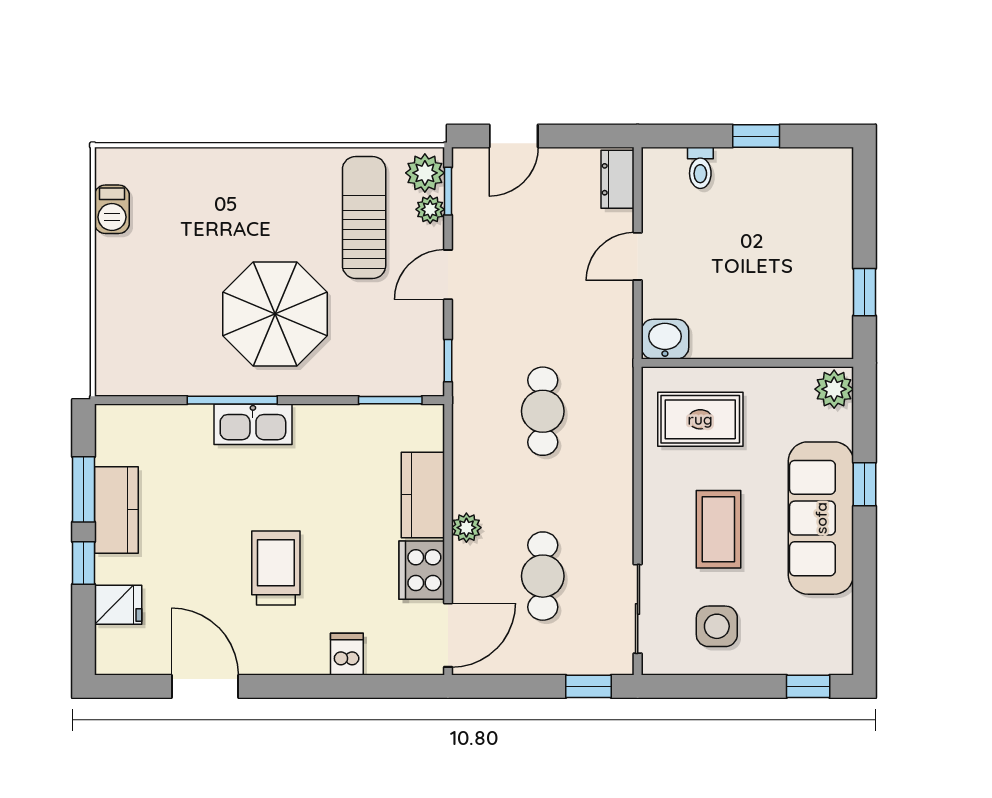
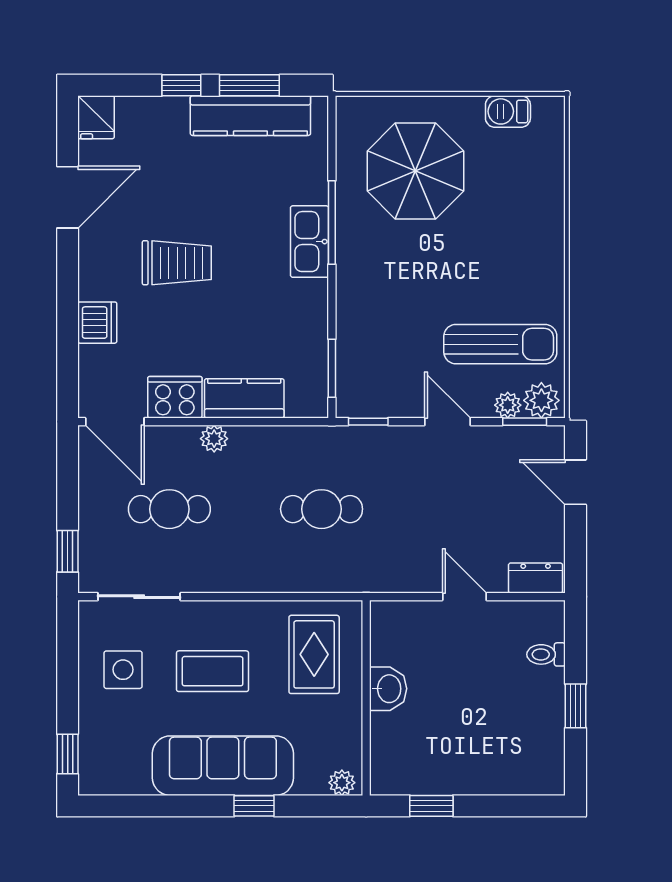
parasol: (275, 314) -> (415, 171), moved
washbasin: (665, 339) -> (388, 689), moved
plant: (834, 389) -> (342, 783), width x0.73, depth x0.73
kitchen counter: (116, 510) -> (250, 116), width x1.50
fridge: (118, 605) -> (96, 117), moved
dishwasher: (347, 654) -> (97, 323), width x1.38

